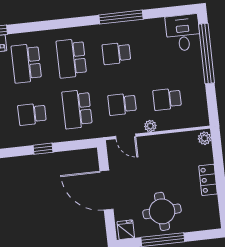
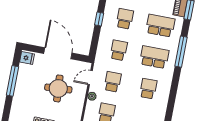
window: (121, 17) -> (181, 52), moved
school desk: (77, 109) -> (119, 50), width x0.54
door: (106, 190) -> (58, 53), hinge flipped
round table: (162, 211) -> (58, 88), moved

